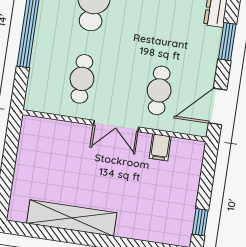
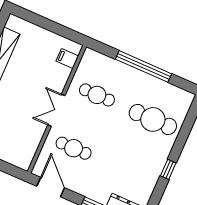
filing cabinet: (160, 147) -> (67, 59), moved

